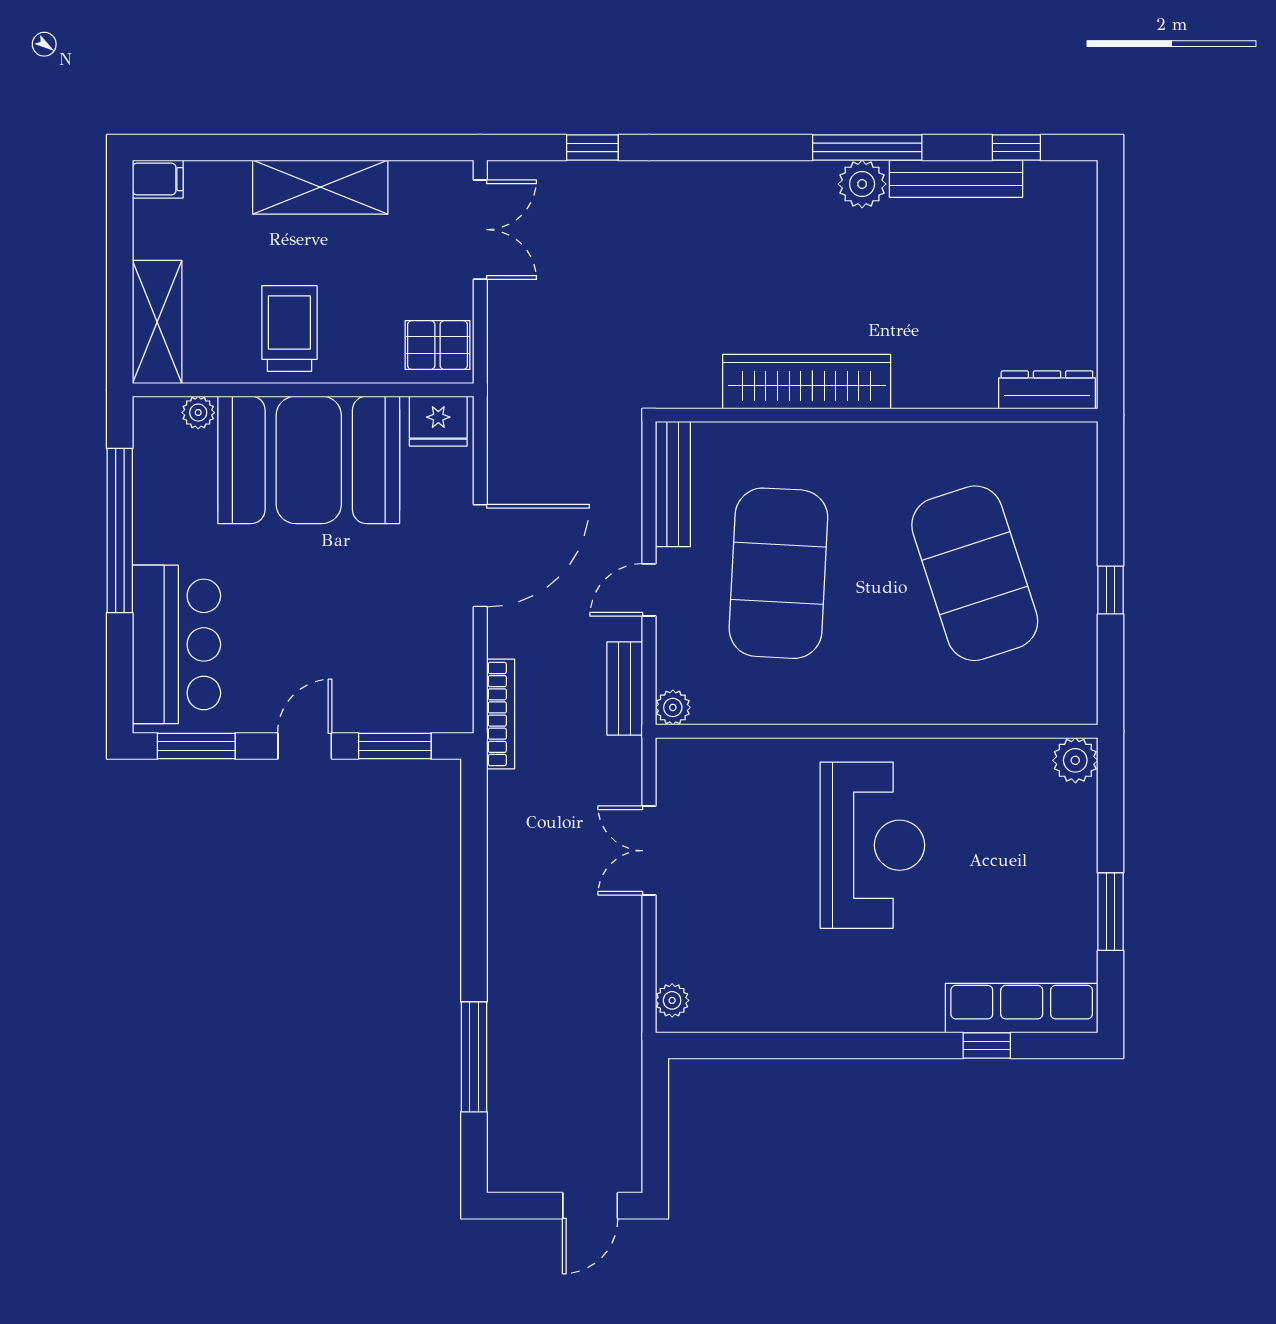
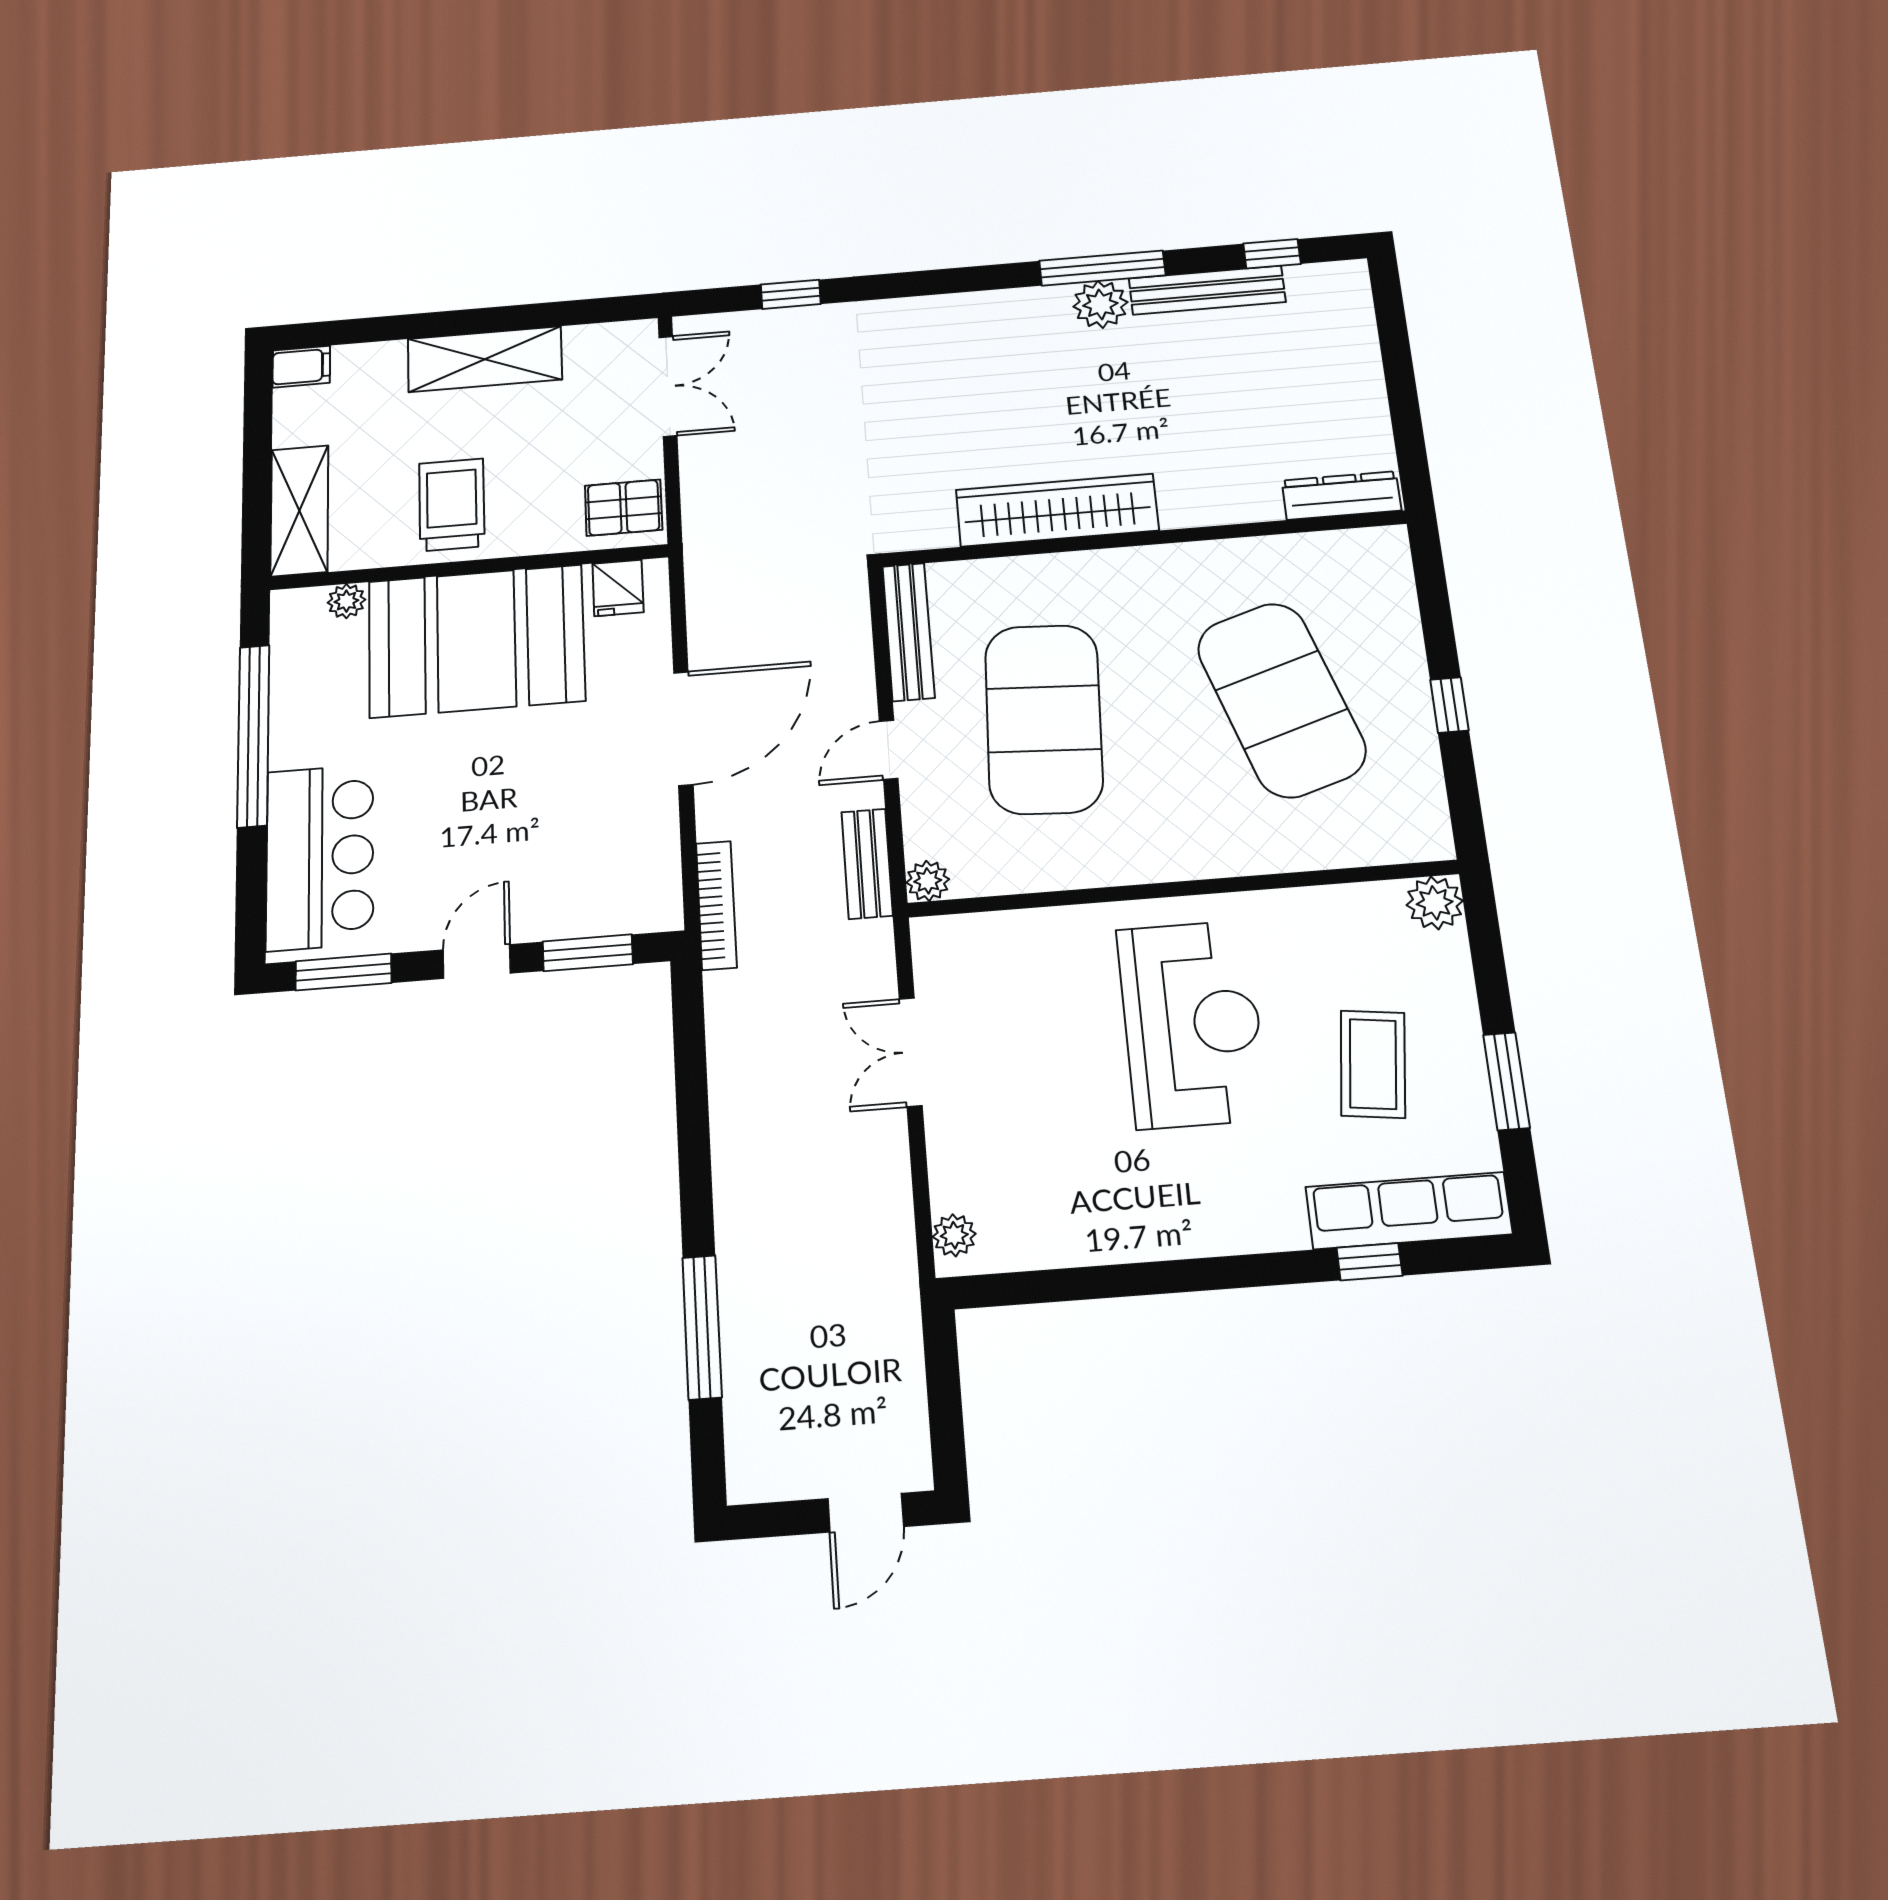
fridge: (438, 421) -> (618, 588), width x0.72
coffee table: (1009, 890) -> (1373, 1064), added

